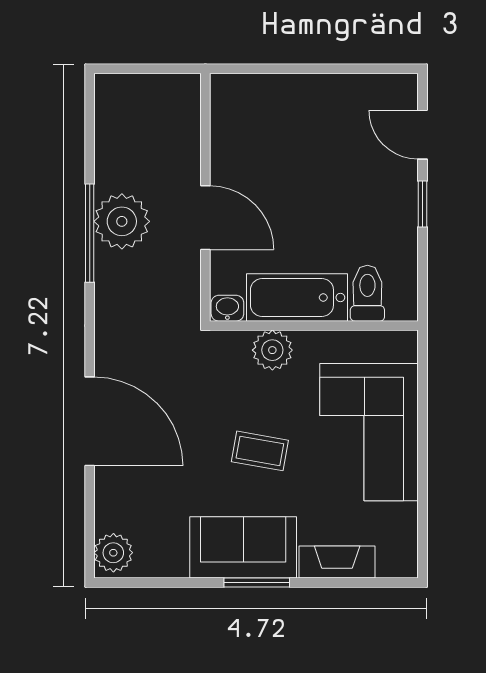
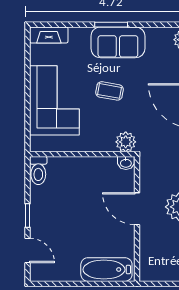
toilet: (367, 293) -> (38, 171), moved
bathtub: (297, 298) -> (106, 270), moved, turned 180
plant: (272, 350) -> (126, 142), moved
fireplace: (337, 562) -> (49, 35), moved

